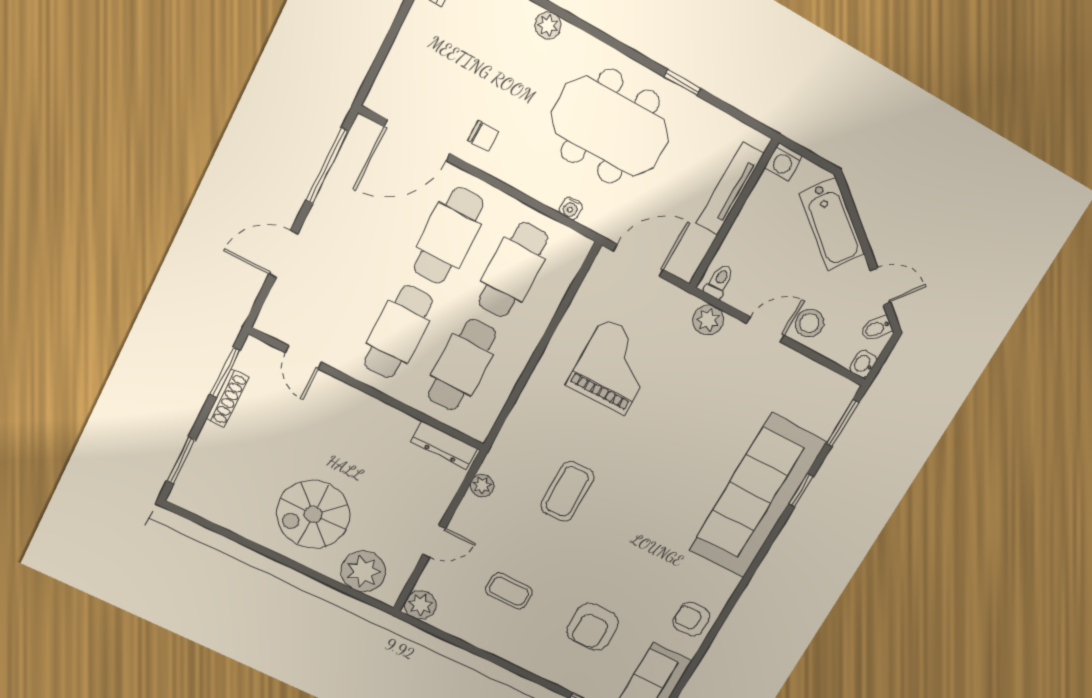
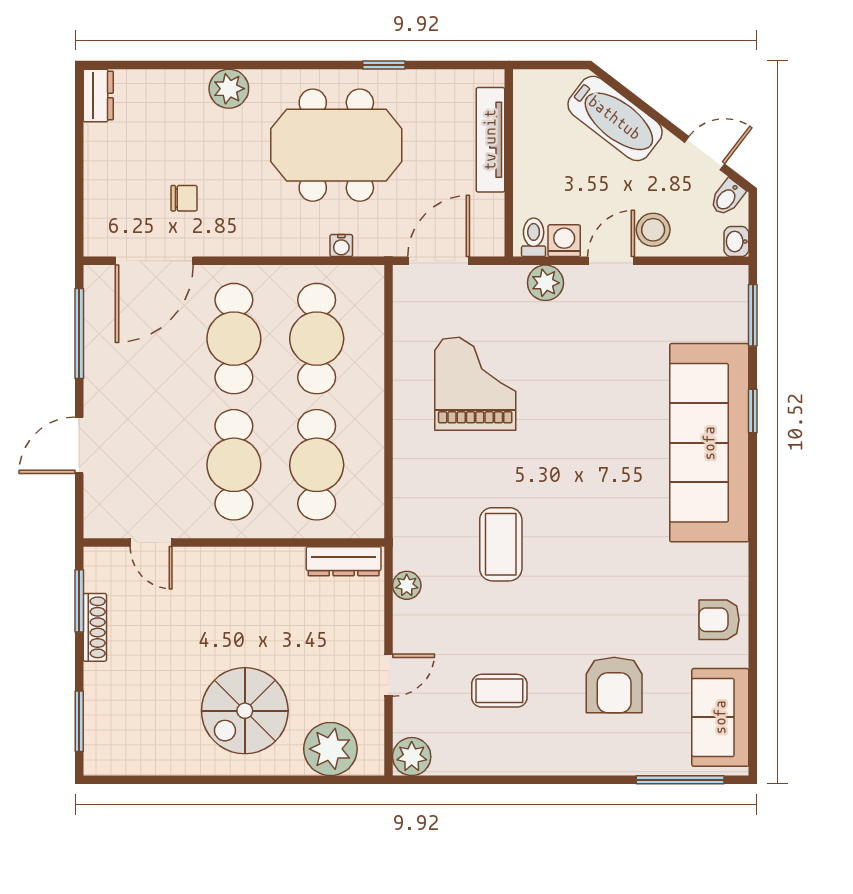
plant: (548, 25) -> (229, 89), width x1.38, depth x1.38
chair: (483, 136) -> (184, 198), moved
washing machine: (783, 162) -> (564, 241), moved, turned 180

